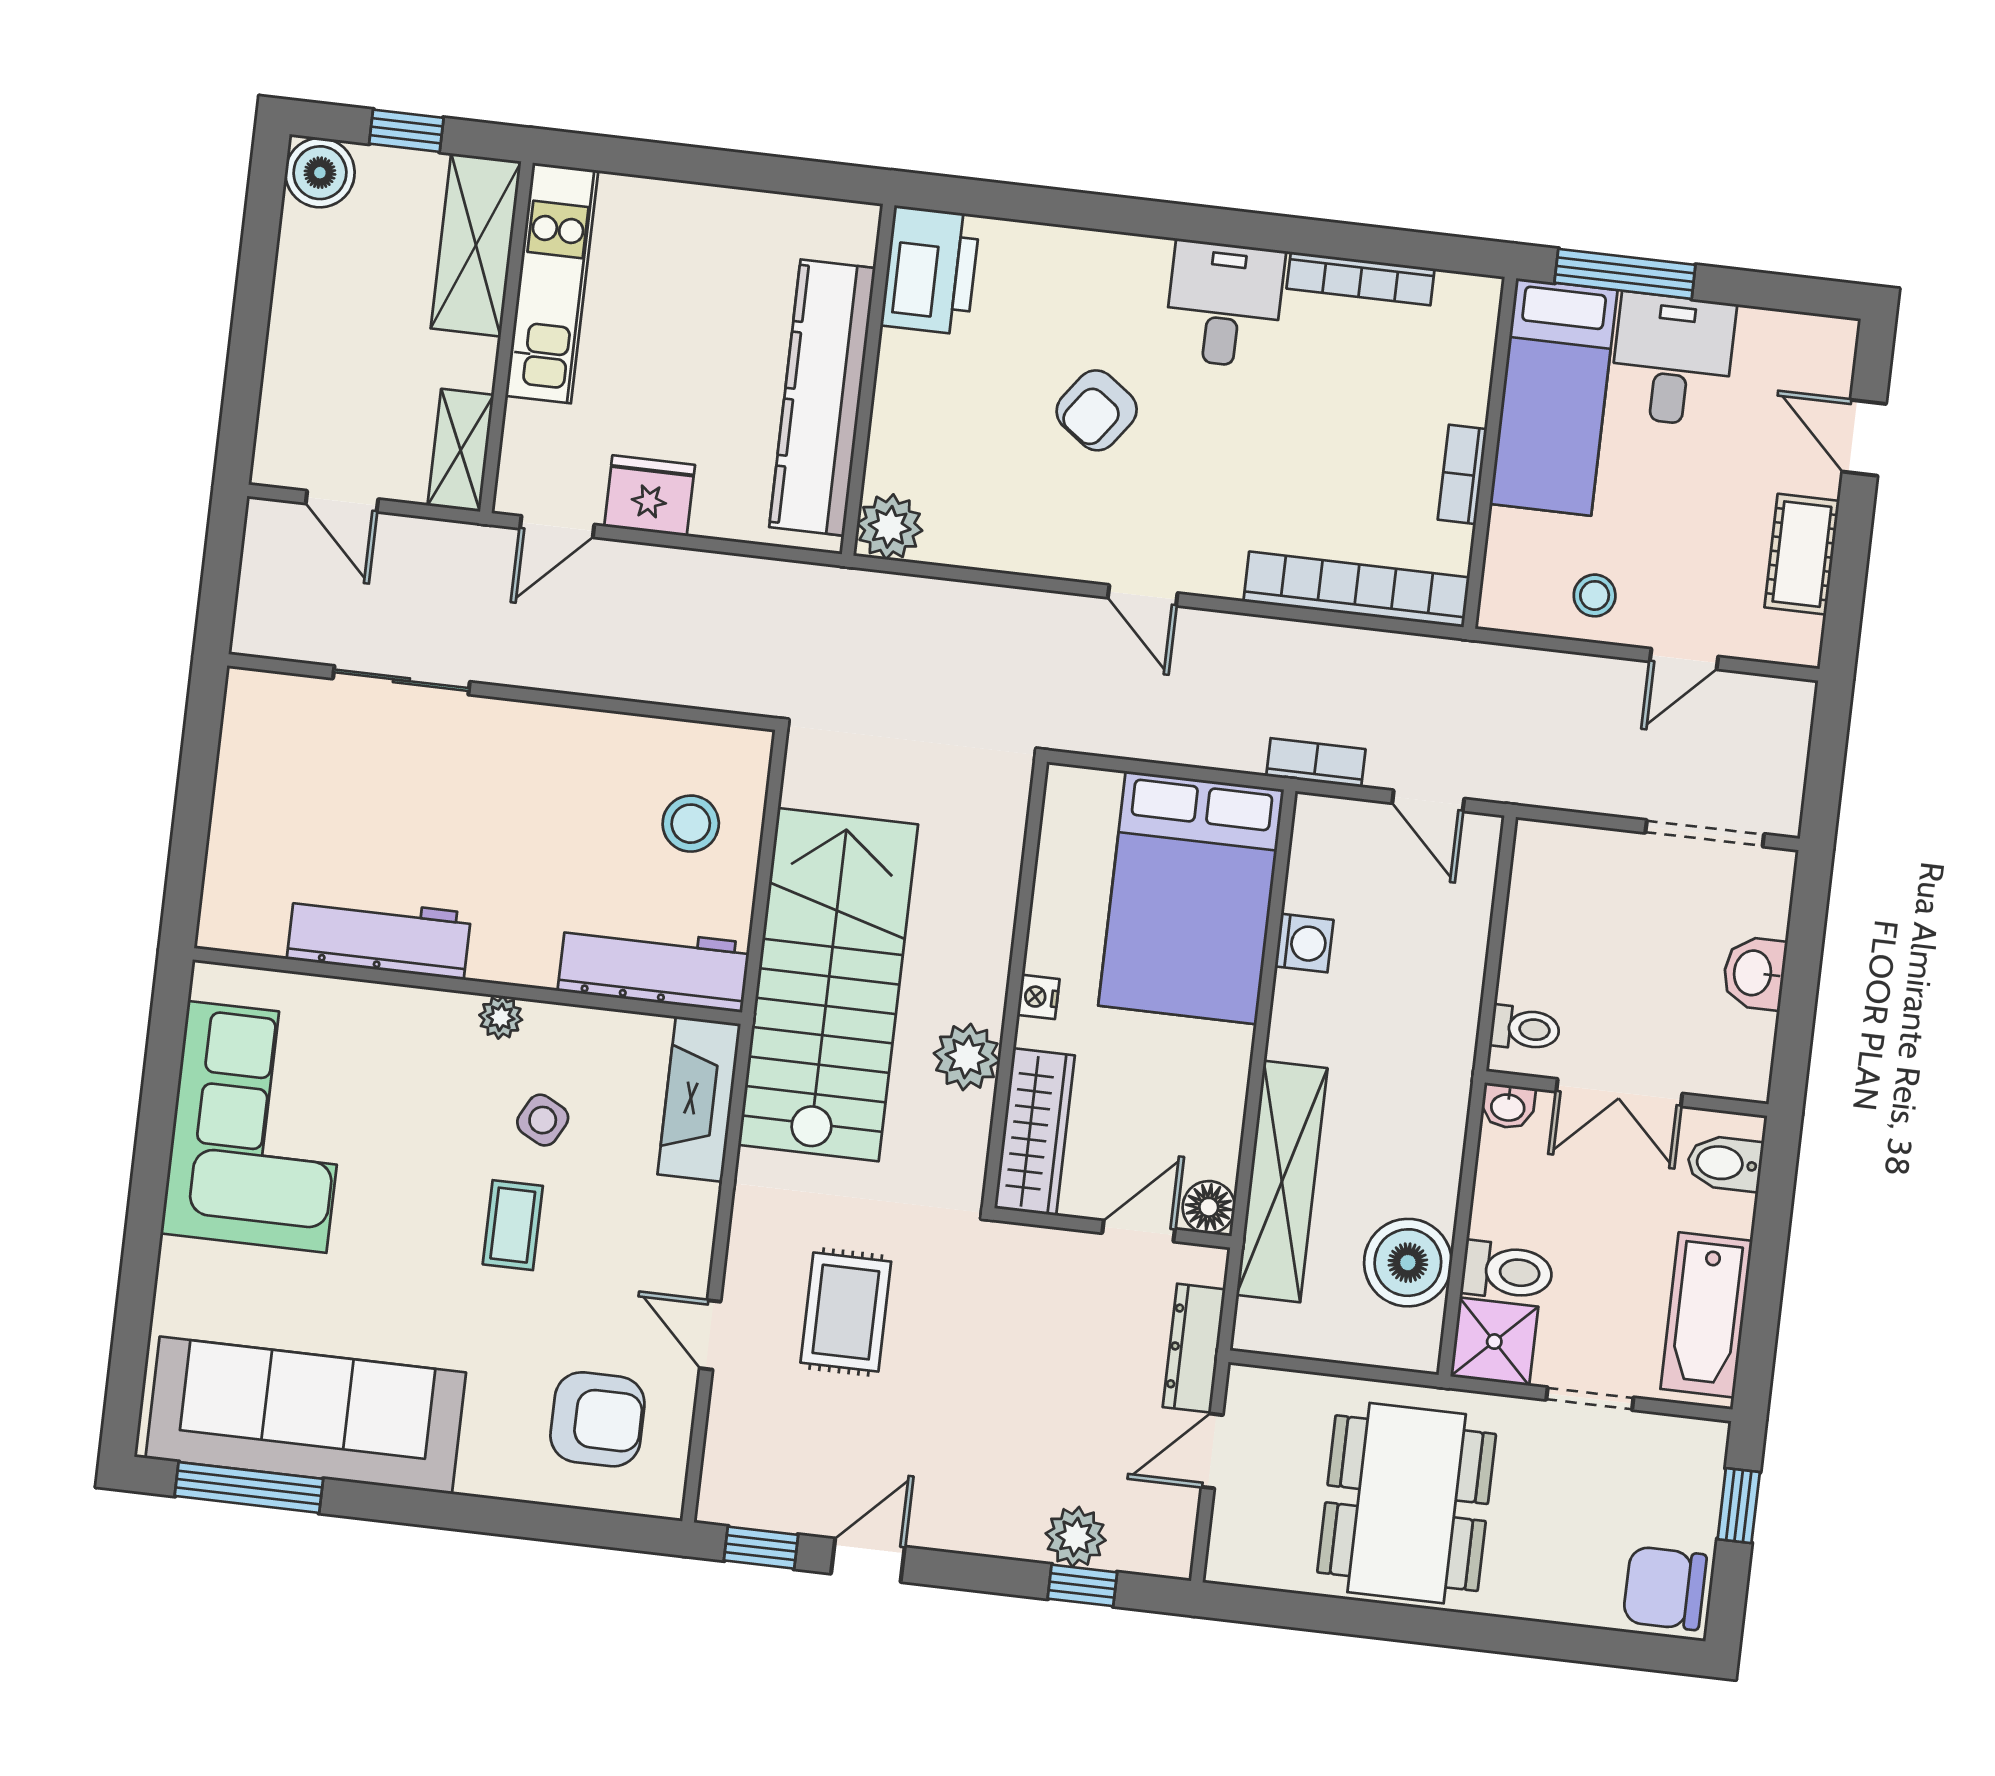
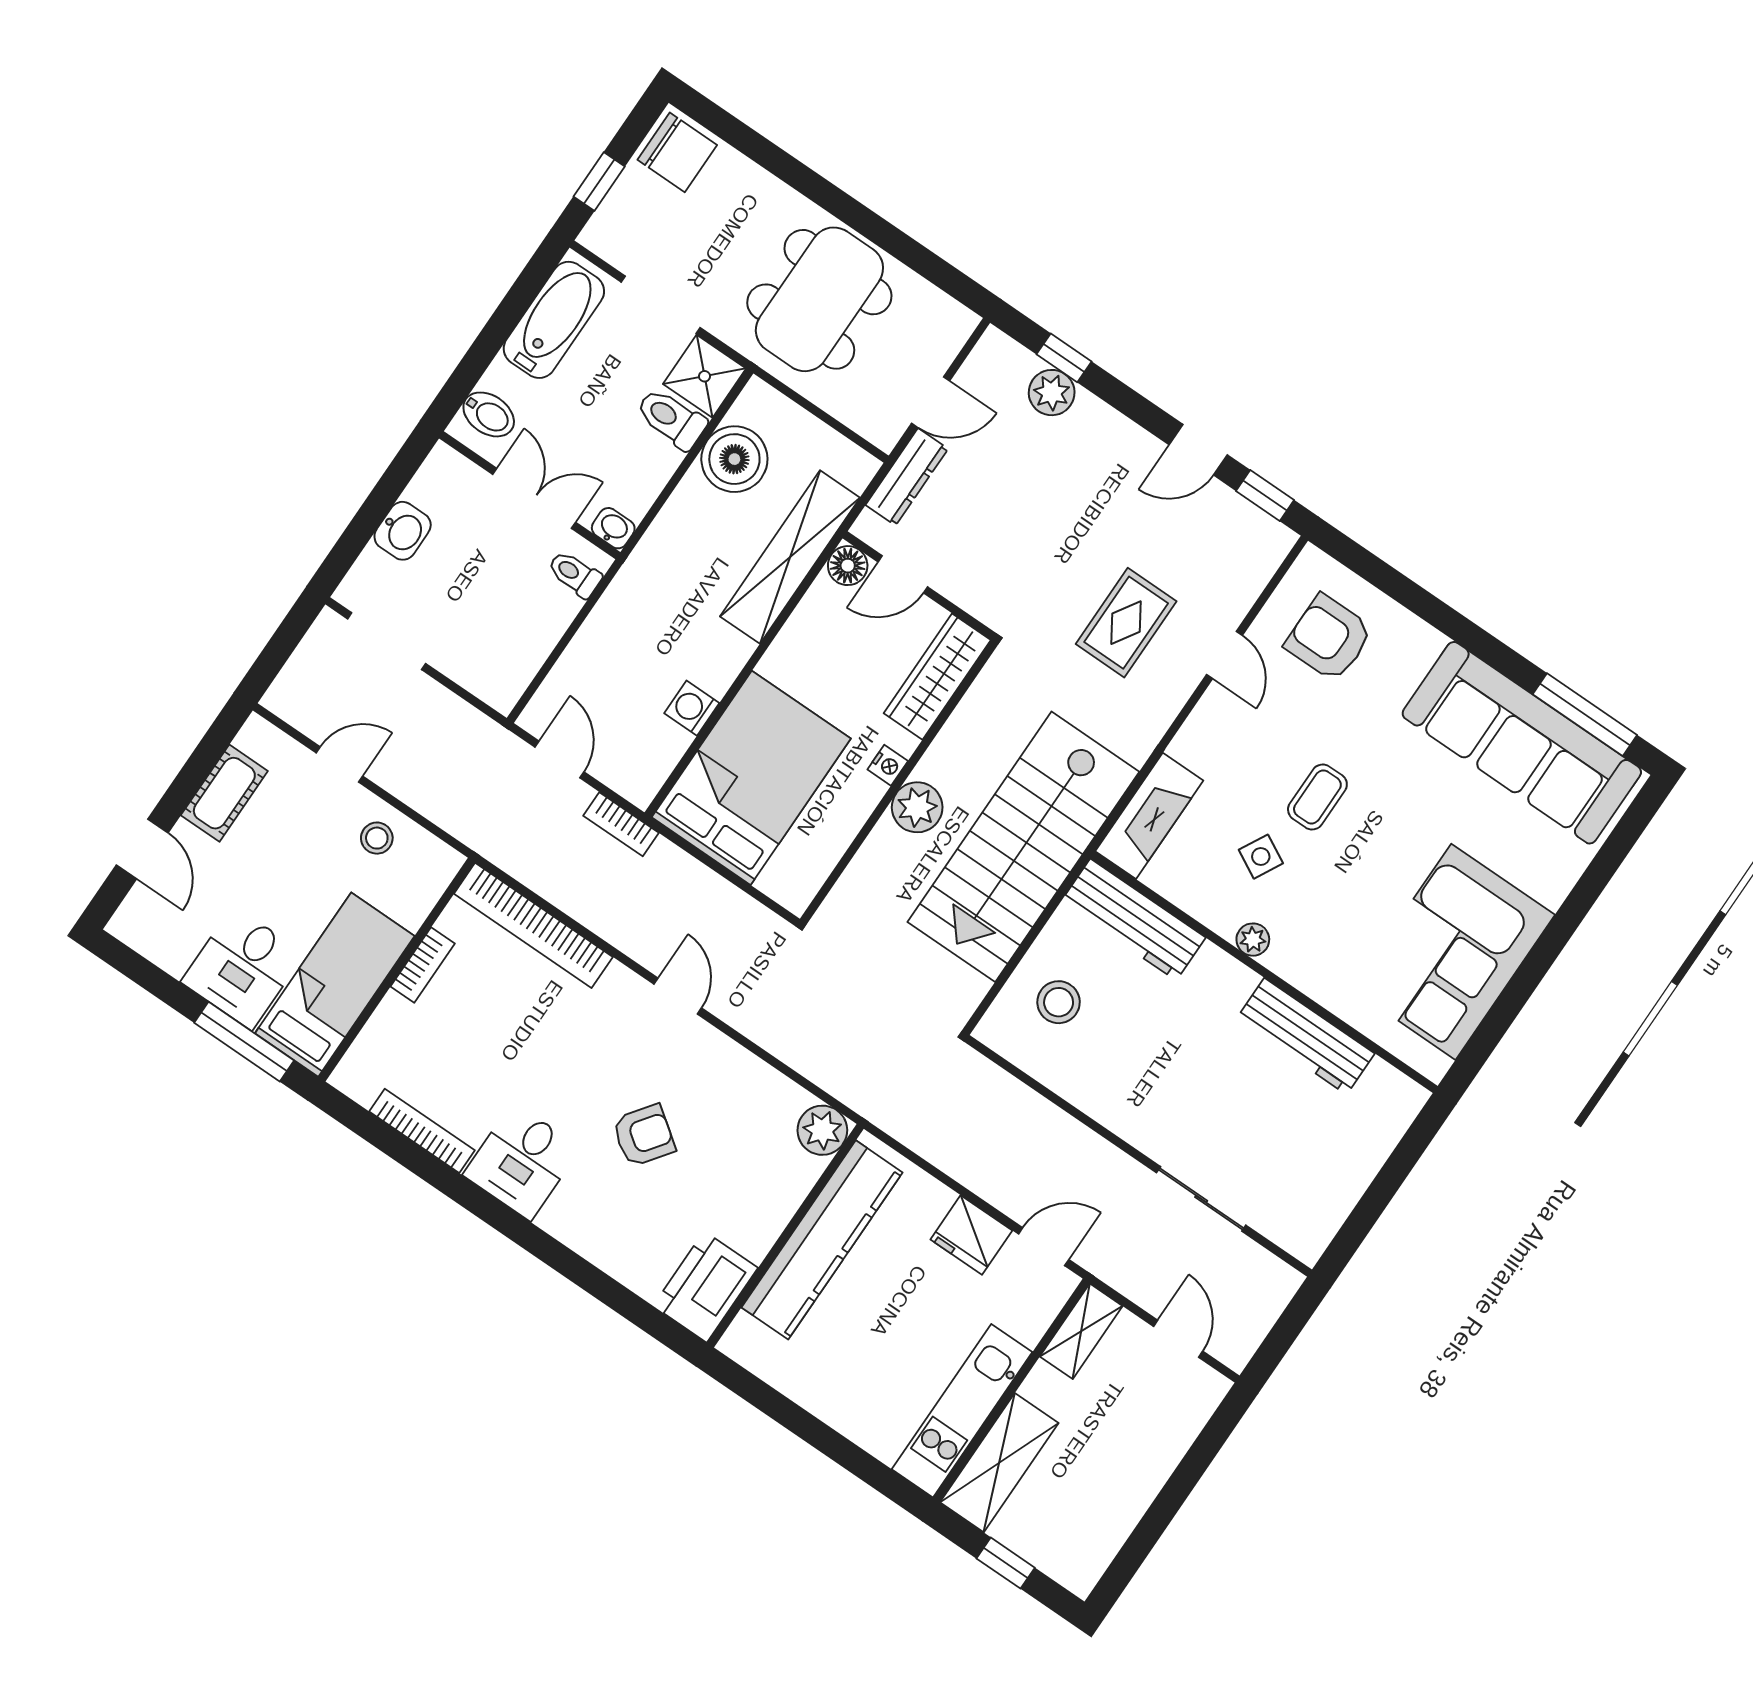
boiler: (320, 173) -> (1078, 1565), removed
plant: (967, 1057) -> (917, 807), moved
doorway: (1590, 1399) -> (661, 305), width x1.38

